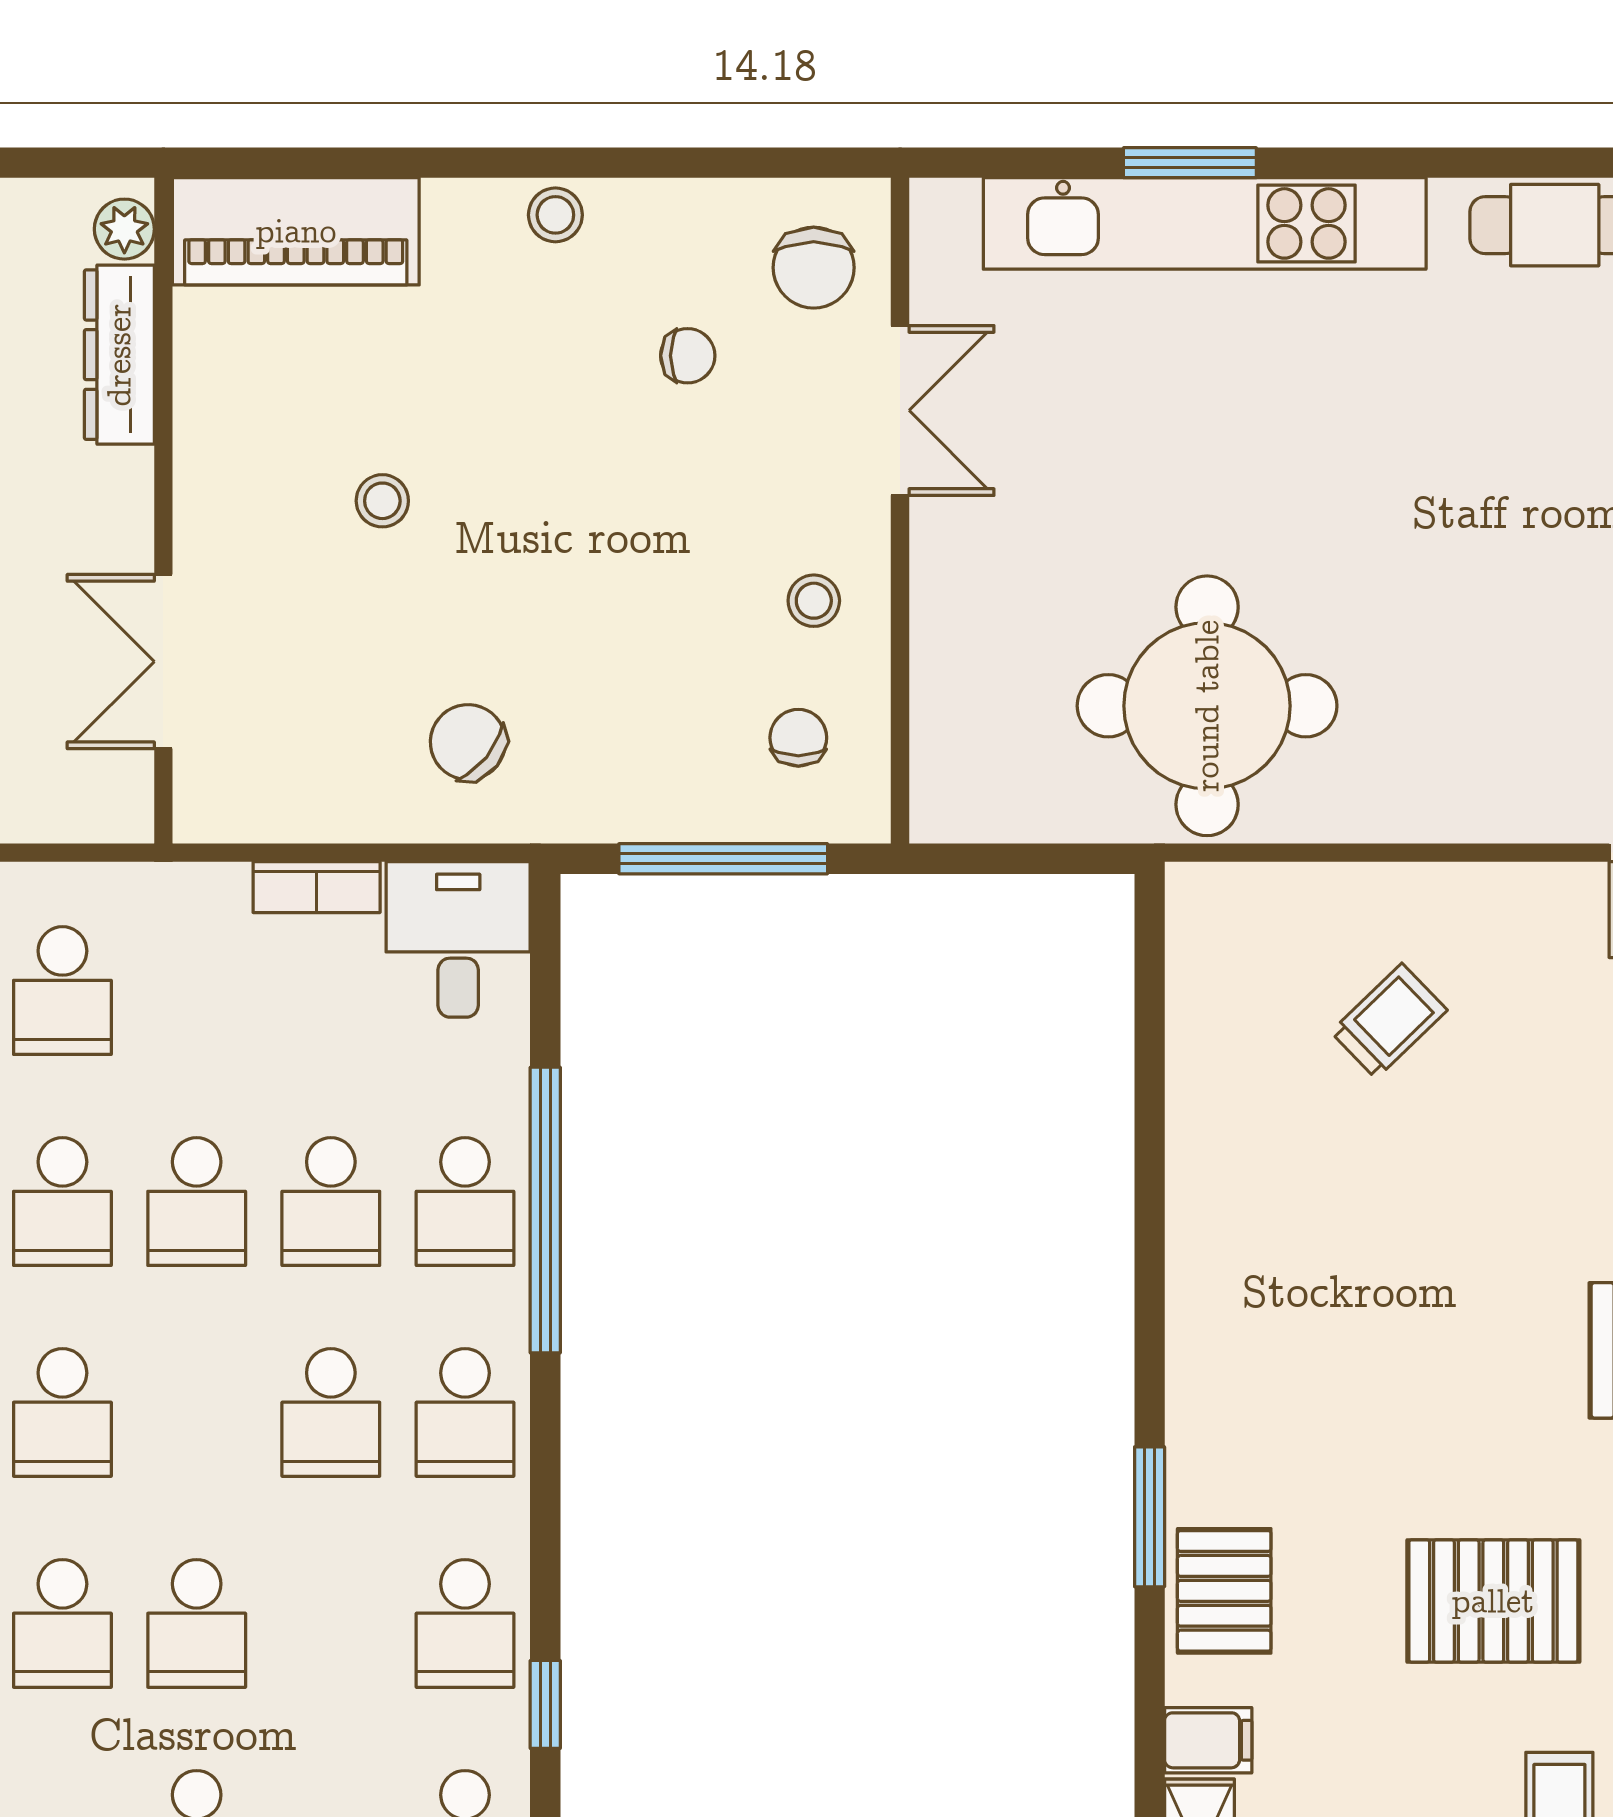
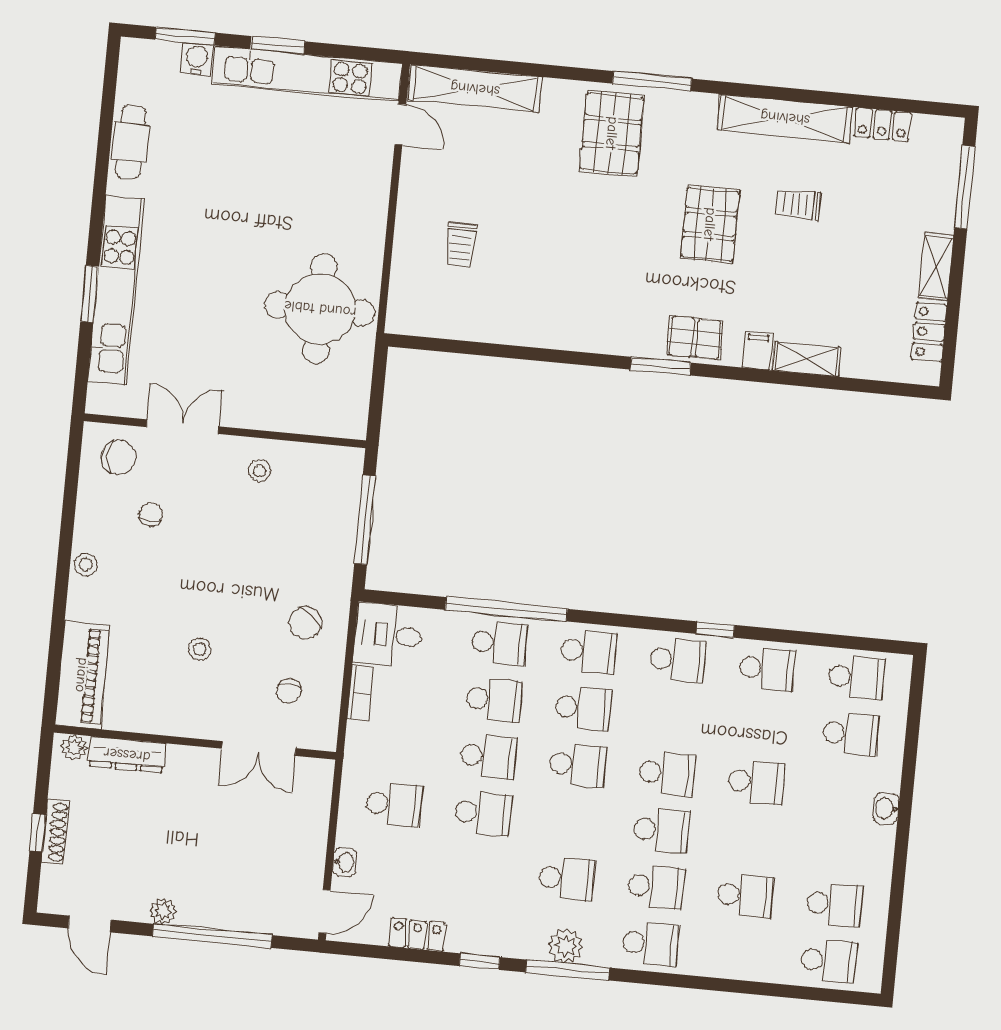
chair: (798, 738) -> (289, 691), moved, turned -90
trolley: (1389, 1021) -> (461, 245), turned -136
school desk: (62, 1412) -> (578, 765), moved

